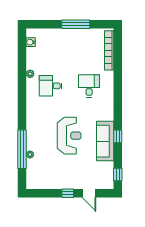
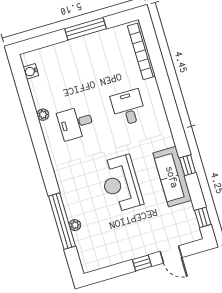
reception desk: (69, 136) -> (121, 184), turned 180

